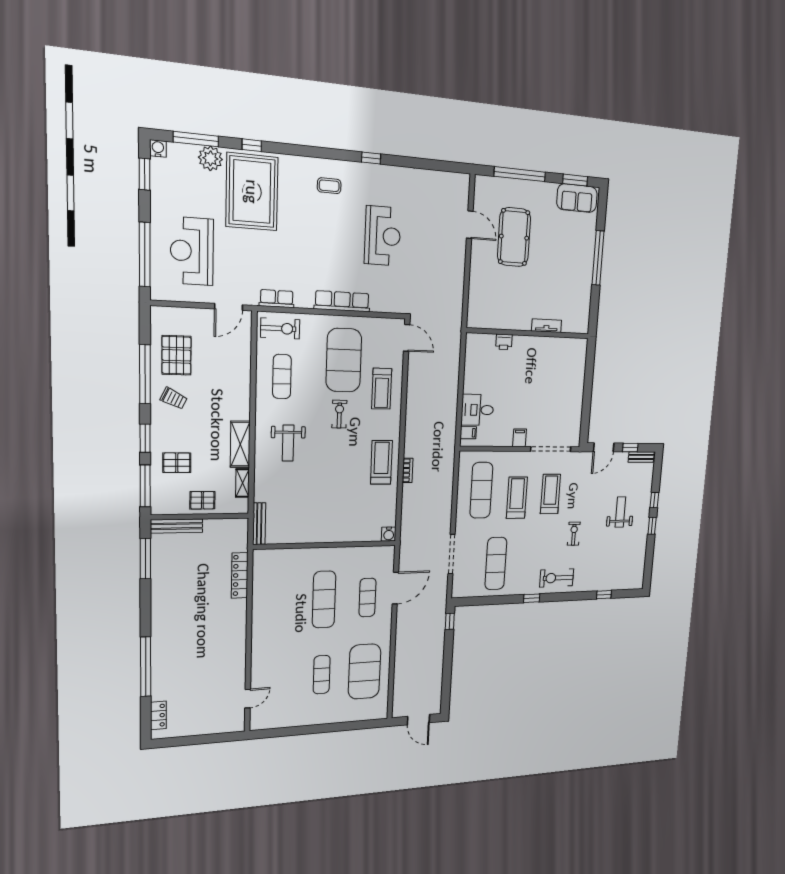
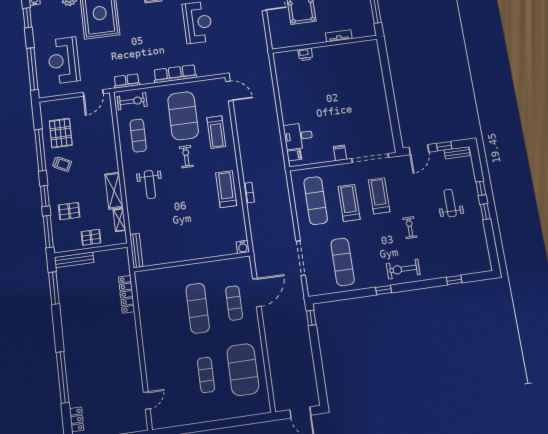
tv unit: (547, 326) -> (339, 36), moved
wall: (528, 333) -> (325, 44), moved
printer: (504, 342) -> (305, 54), moved

